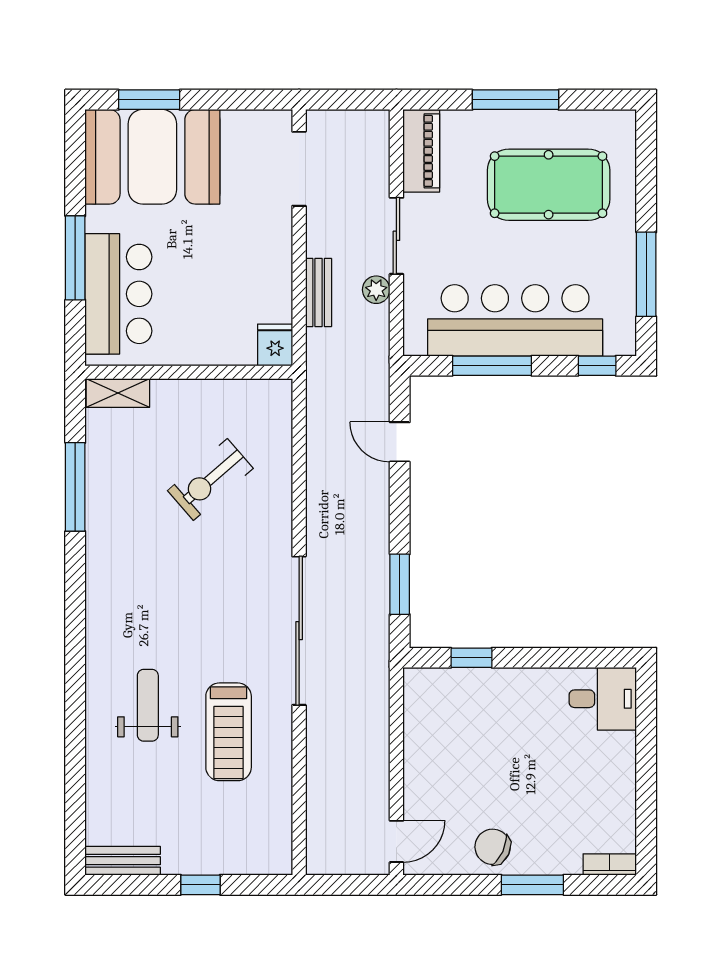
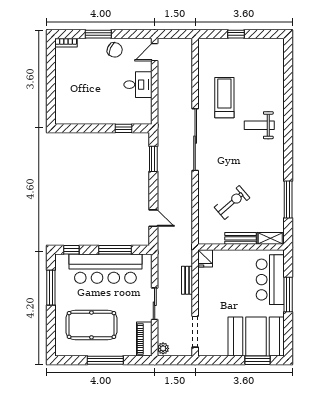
plant: (376, 290) -> (163, 348), moved
desk: (603, 699) -> (138, 85), moved, turned 180
weight bench: (148, 705) -> (259, 125), moved, turned 90
bench: (123, 861) -> (240, 238), moved

